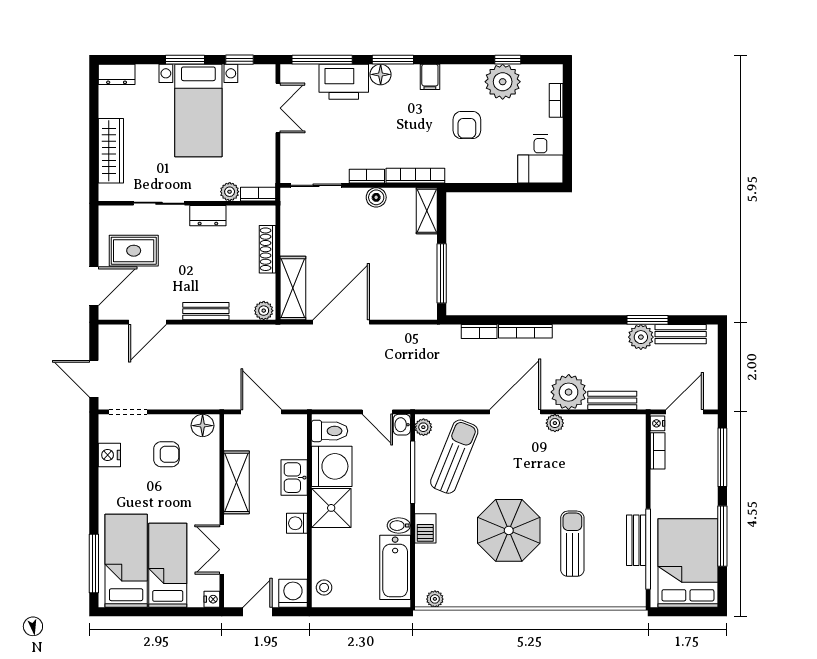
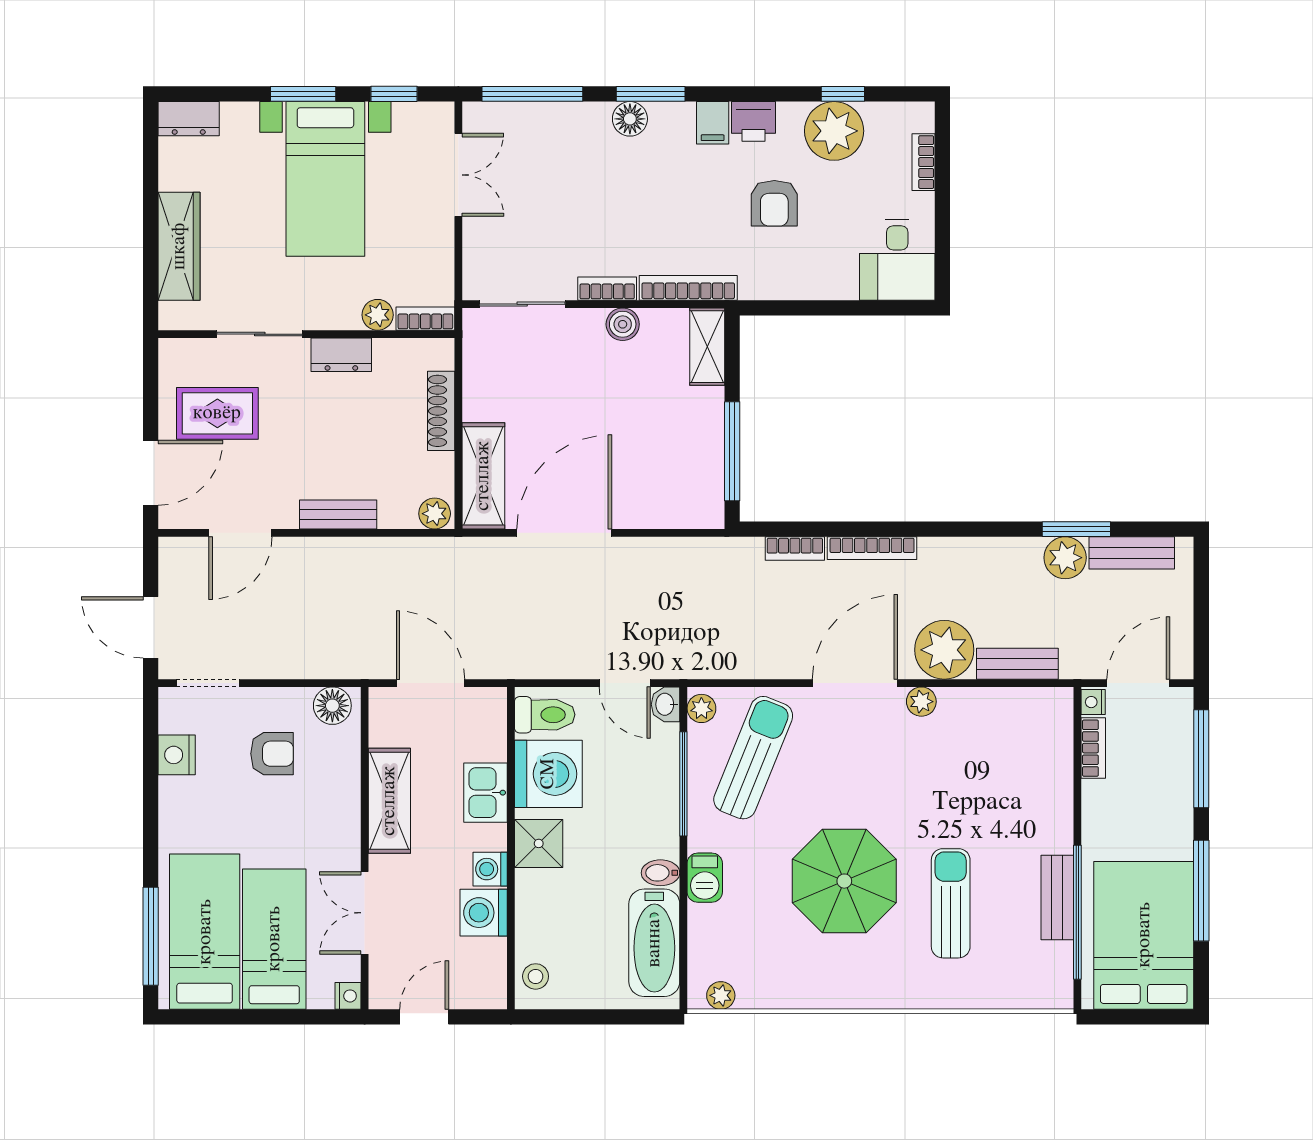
printer: (344, 82) -> (753, 121), moved, width x0.53, depth x0.68
shower: (331, 508) -> (539, 843), width x0.73, depth x0.73
washing machine: (293, 593) -> (484, 913), moved, turned -90

